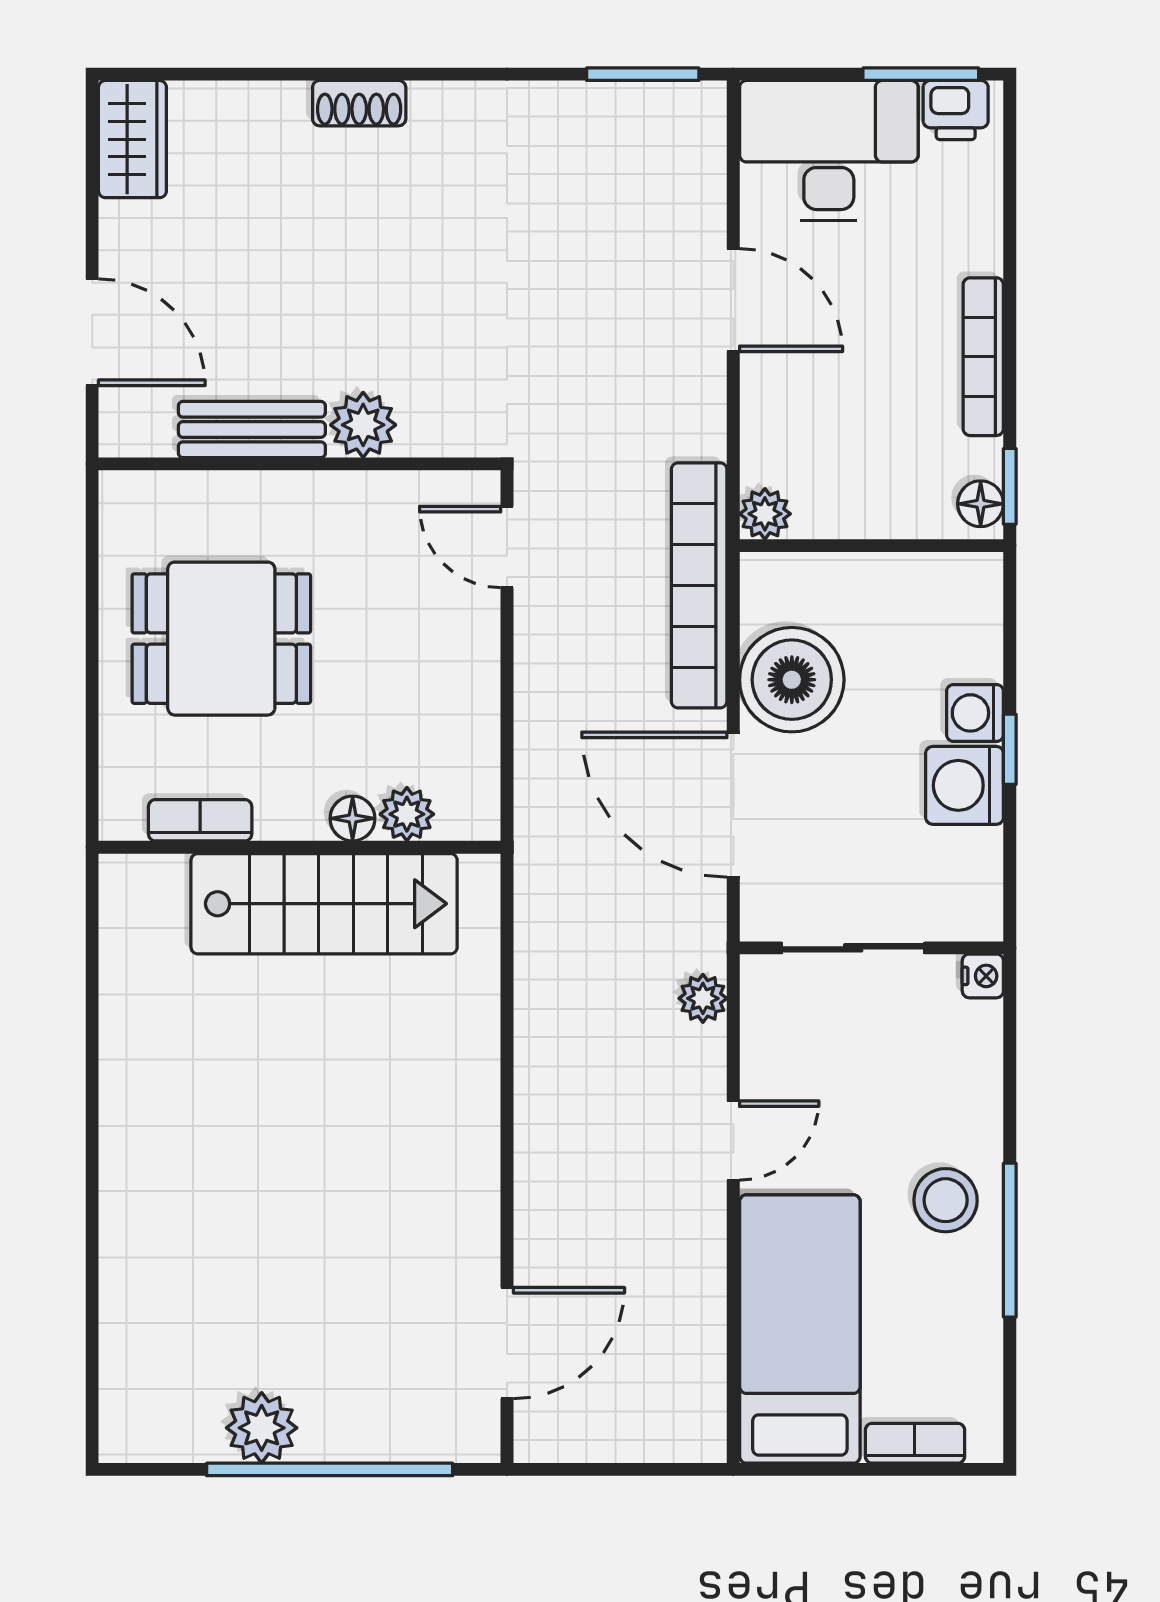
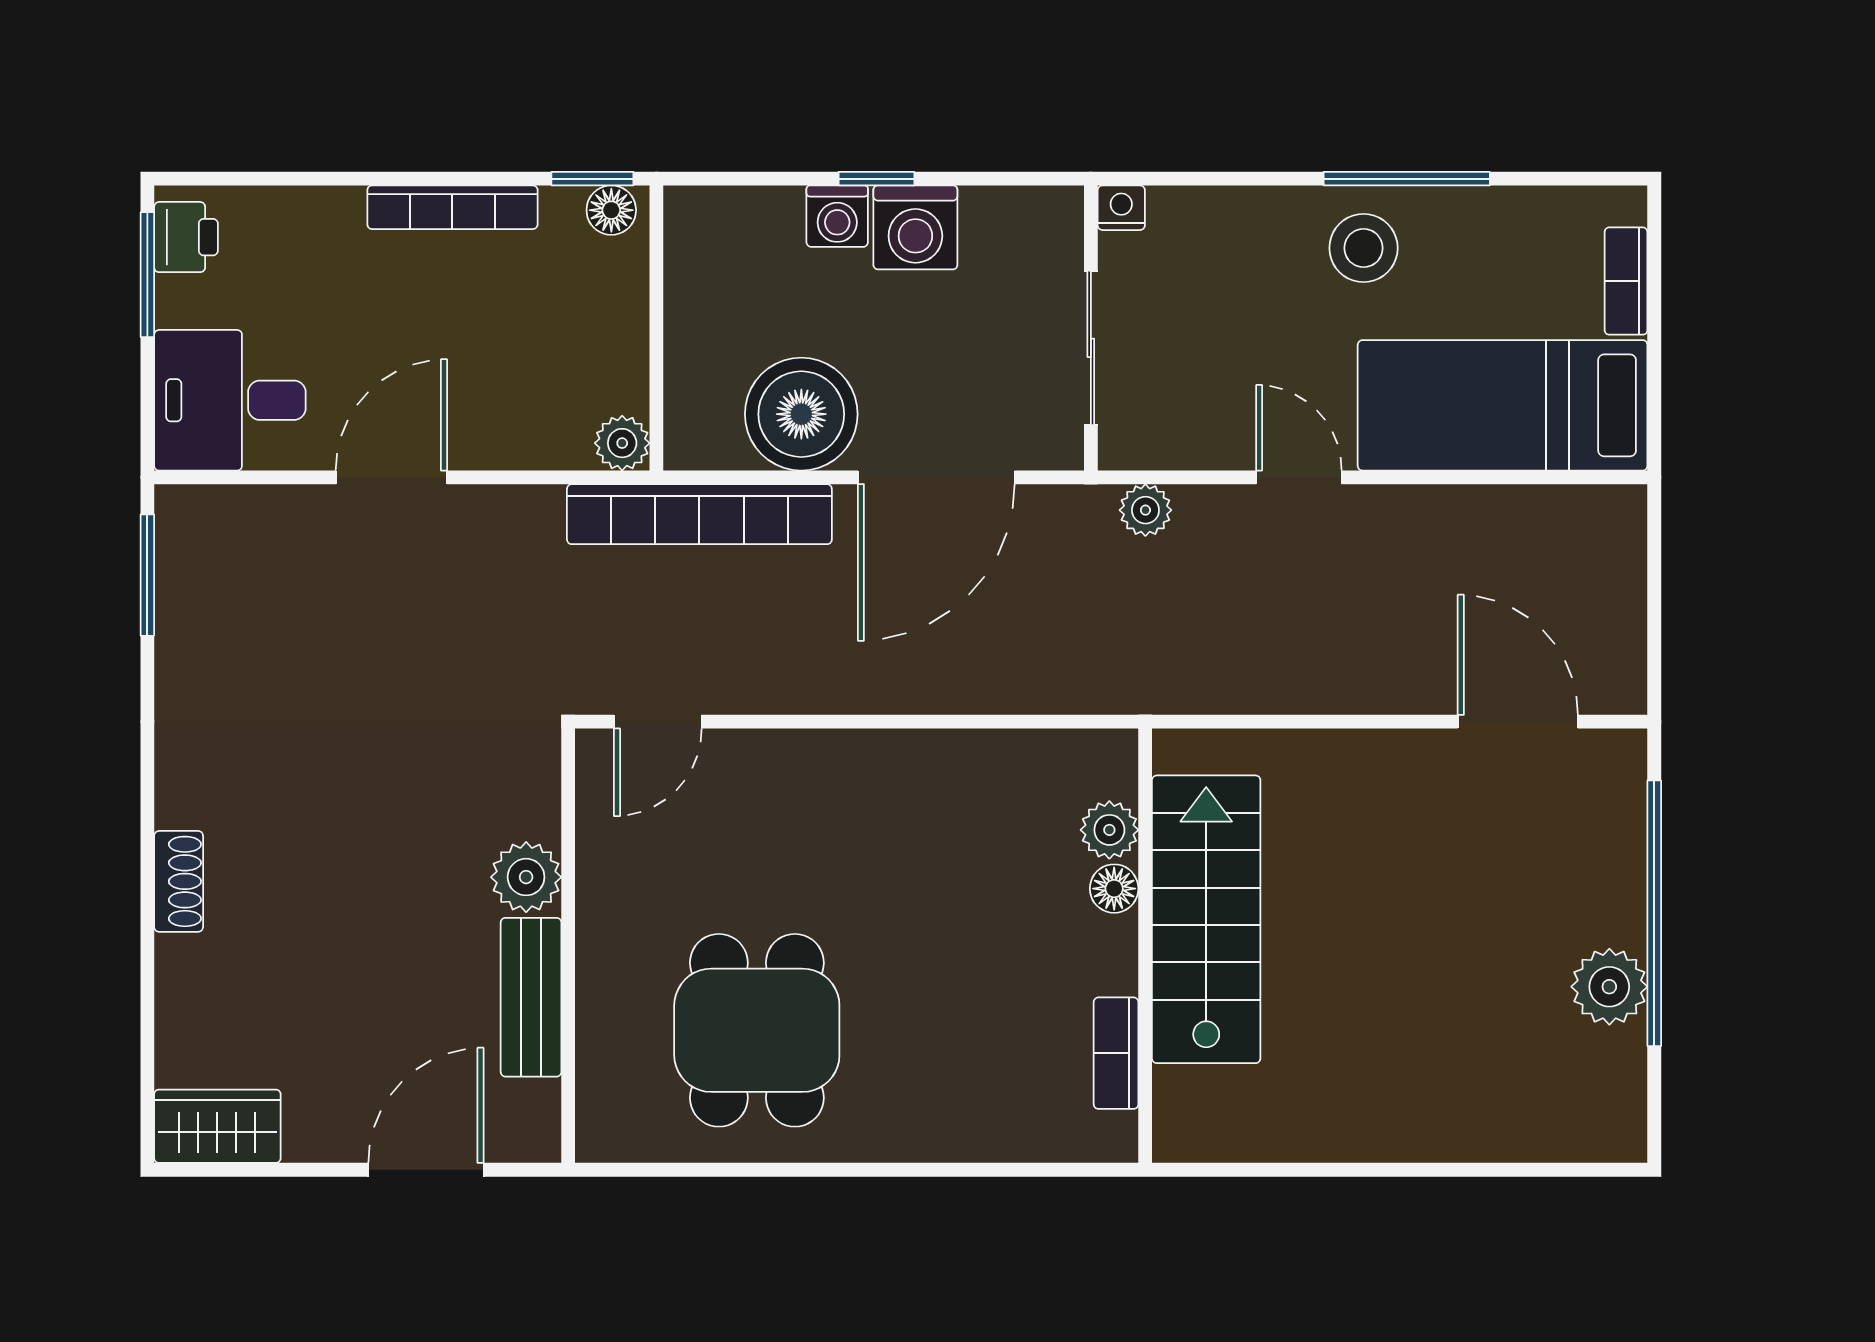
desk: (829, 151) -> (230, 400), width x0.73
plant: (407, 814) -> (1109, 830), moved
floor lamp: (353, 818) -> (1114, 889), moved
bookcase: (200, 820) -> (1116, 1053), moved
wall: (300, 847) -> (1145, 946), moved
stairs: (324, 904) -> (1206, 919), moved

